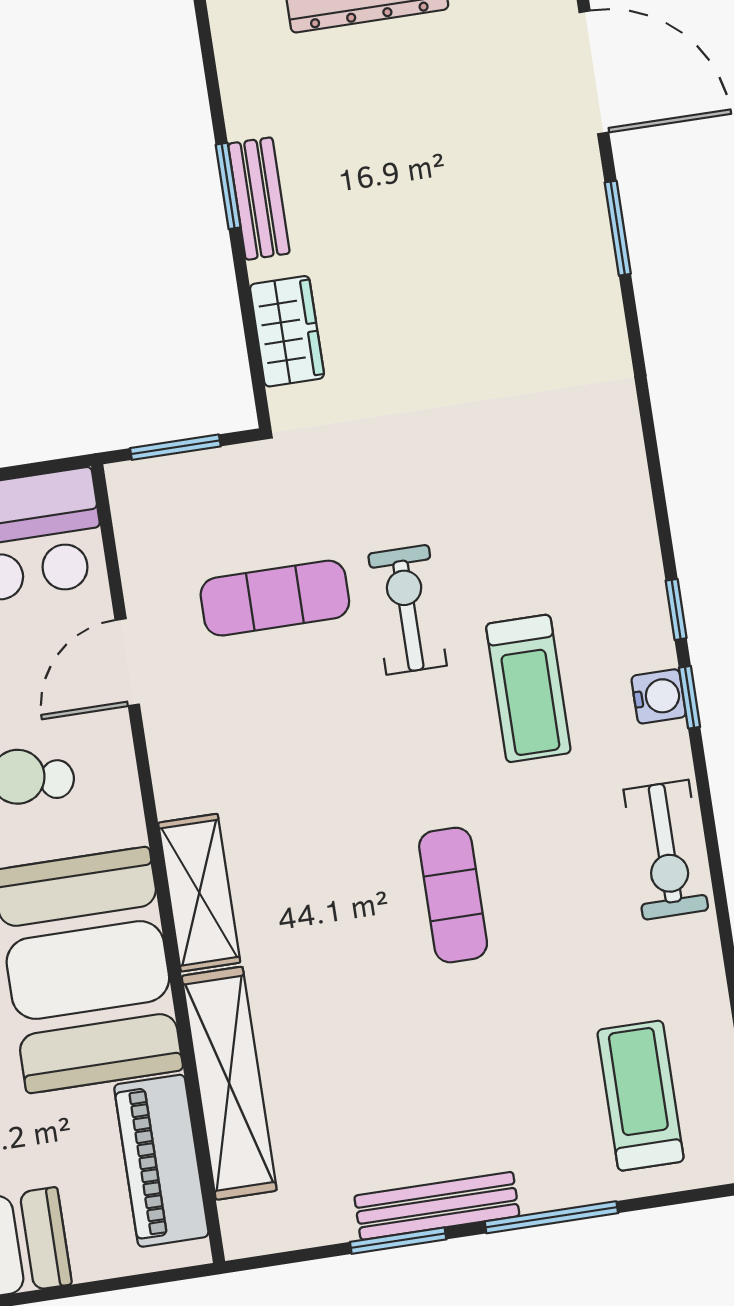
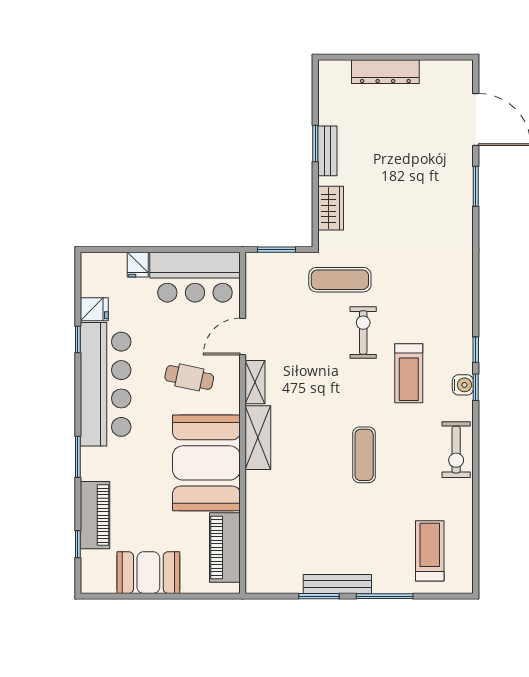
exercise mat: (275, 598) -> (340, 280), moved
shelving: (229, 1083) -> (255, 382), moved, width x0.45, depth x0.75

